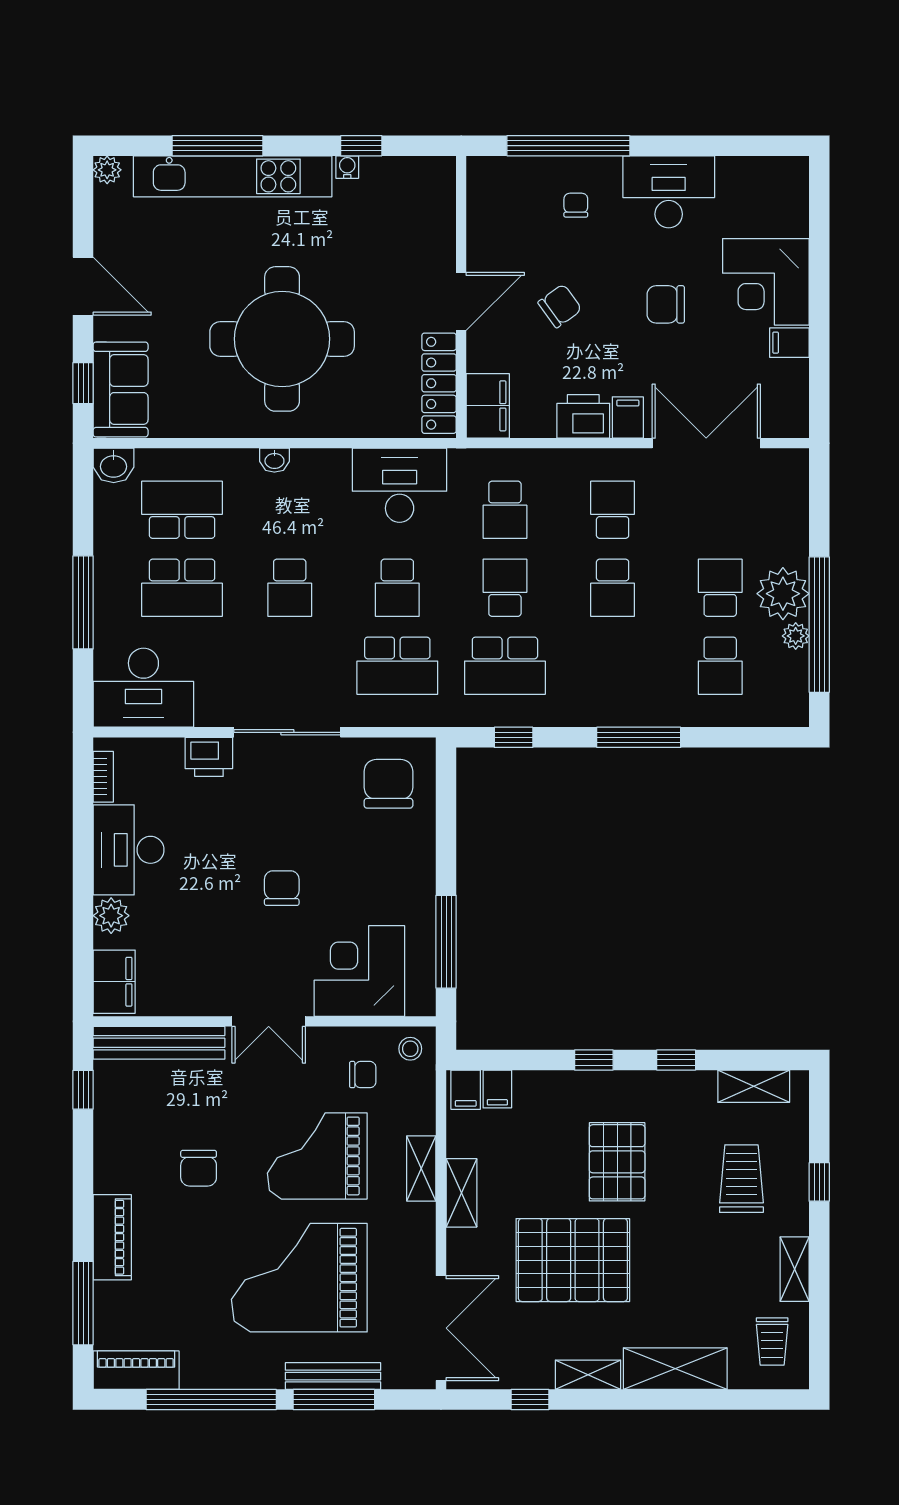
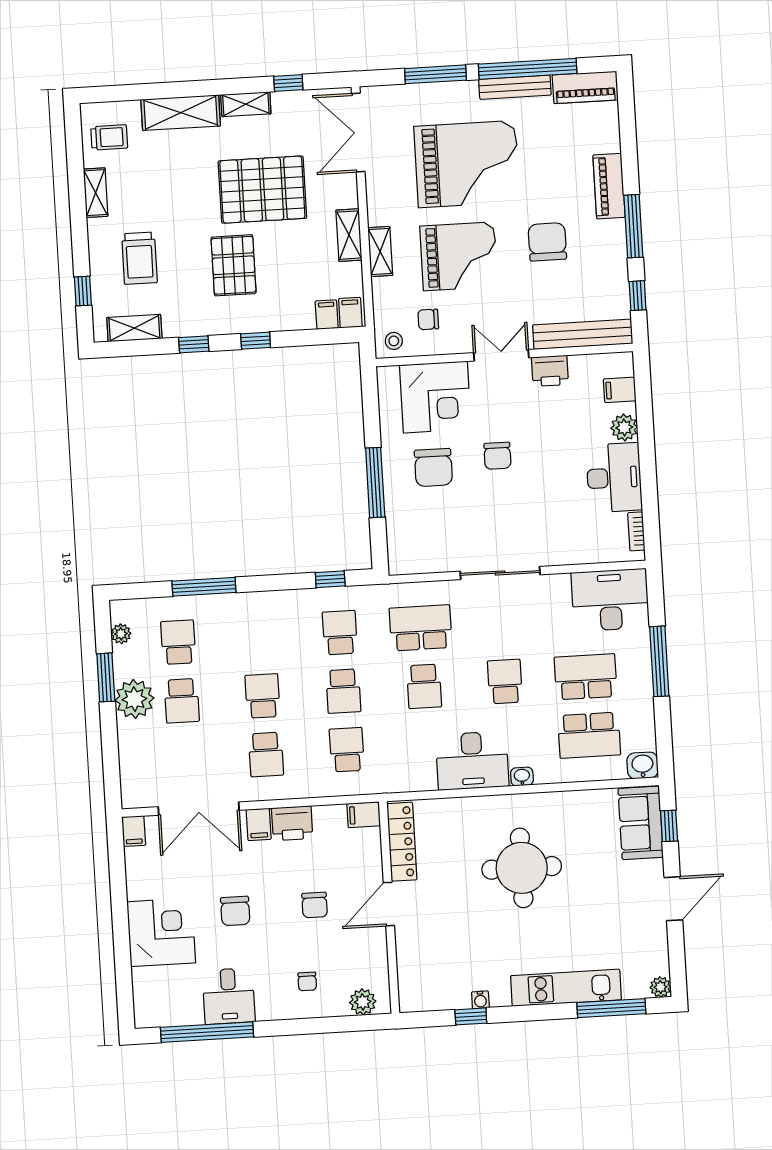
window: (217, 146) -> (611, 1008), moved
window: (568, 146) -> (207, 1032), moved
plant: (504, 174) -> (363, 1002), added
kitchen unit: (233, 176) -> (566, 988), width x0.73
desk: (669, 192) -> (229, 996), width x0.73
door: (83, 286) -> (673, 899), swing flipped
chair: (666, 304) -> (235, 911), turned 90
chair: (560, 306) -> (315, 905), turned -54
round table: (282, 339) -> (522, 868), width x0.73, depth x0.73
filing cabinet: (789, 343) -> (134, 831), moved, turned 90
filing cabinet: (488, 406) -> (364, 815), width x0.50
desk: (400, 485) -> (472, 761), moved
school desk: (397, 588) -> (424, 686), turned 180
window: (819, 625) -> (106, 677), width x0.47
plant: (796, 636) -> (121, 634), moved
school desk: (505, 666) -> (340, 633), width x0.54
window: (639, 737) -> (204, 587), moved
printer: (209, 757) -> (550, 371), moved, turned 180
chair: (388, 784) -> (433, 467), moved
window: (446, 942) -> (375, 483), moved
filing cabinet: (114, 982) -> (620, 390), width x0.50
chair: (199, 1168) -> (547, 242), width x1.37, depth x1.37
window: (819, 1182) -> (83, 291), moved
window: (83, 1303) -> (633, 226), moved
trolley: (772, 1341) -> (109, 137), turned 90
bench: (333, 1376) -> (515, 87), moved

